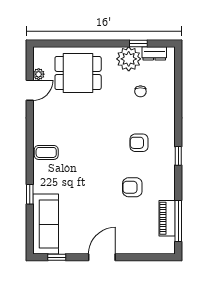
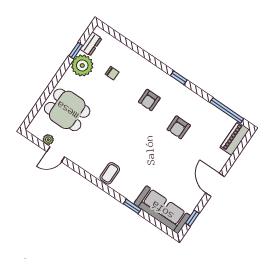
dining table: (78, 73) -> (67, 110), turned 90
door: (30, 90) -> (56, 154), swing flipped
piano: (167, 218) -> (235, 138), moved, turned 90

